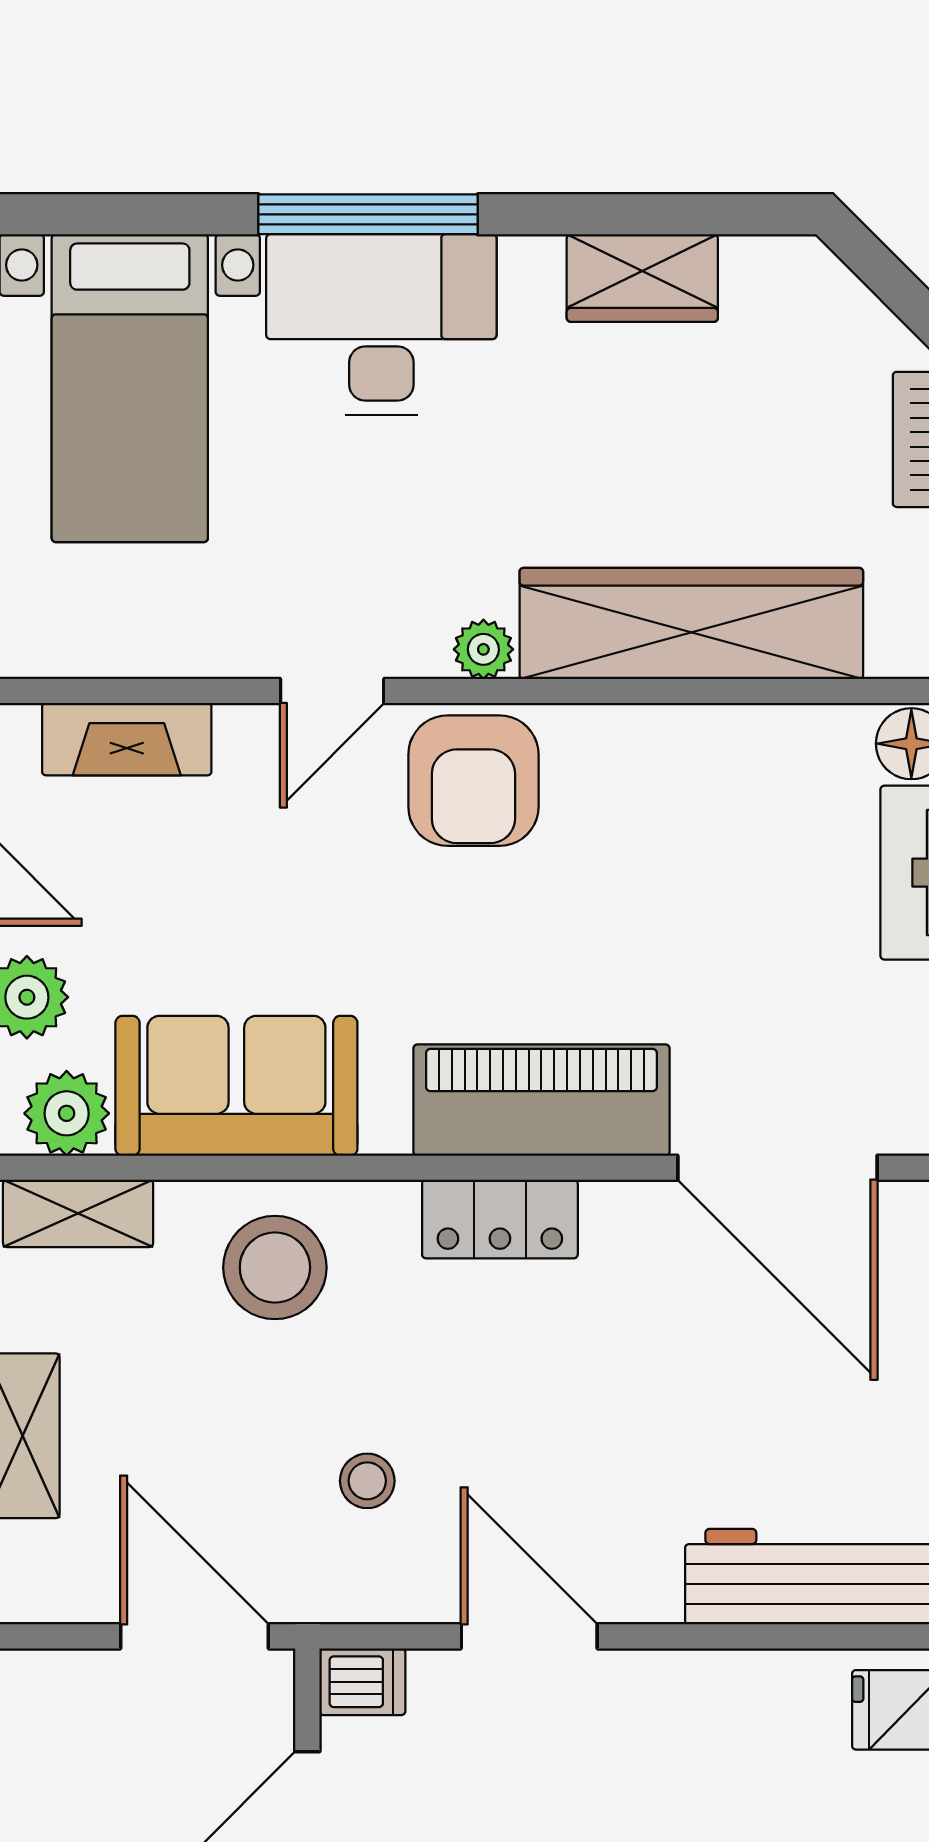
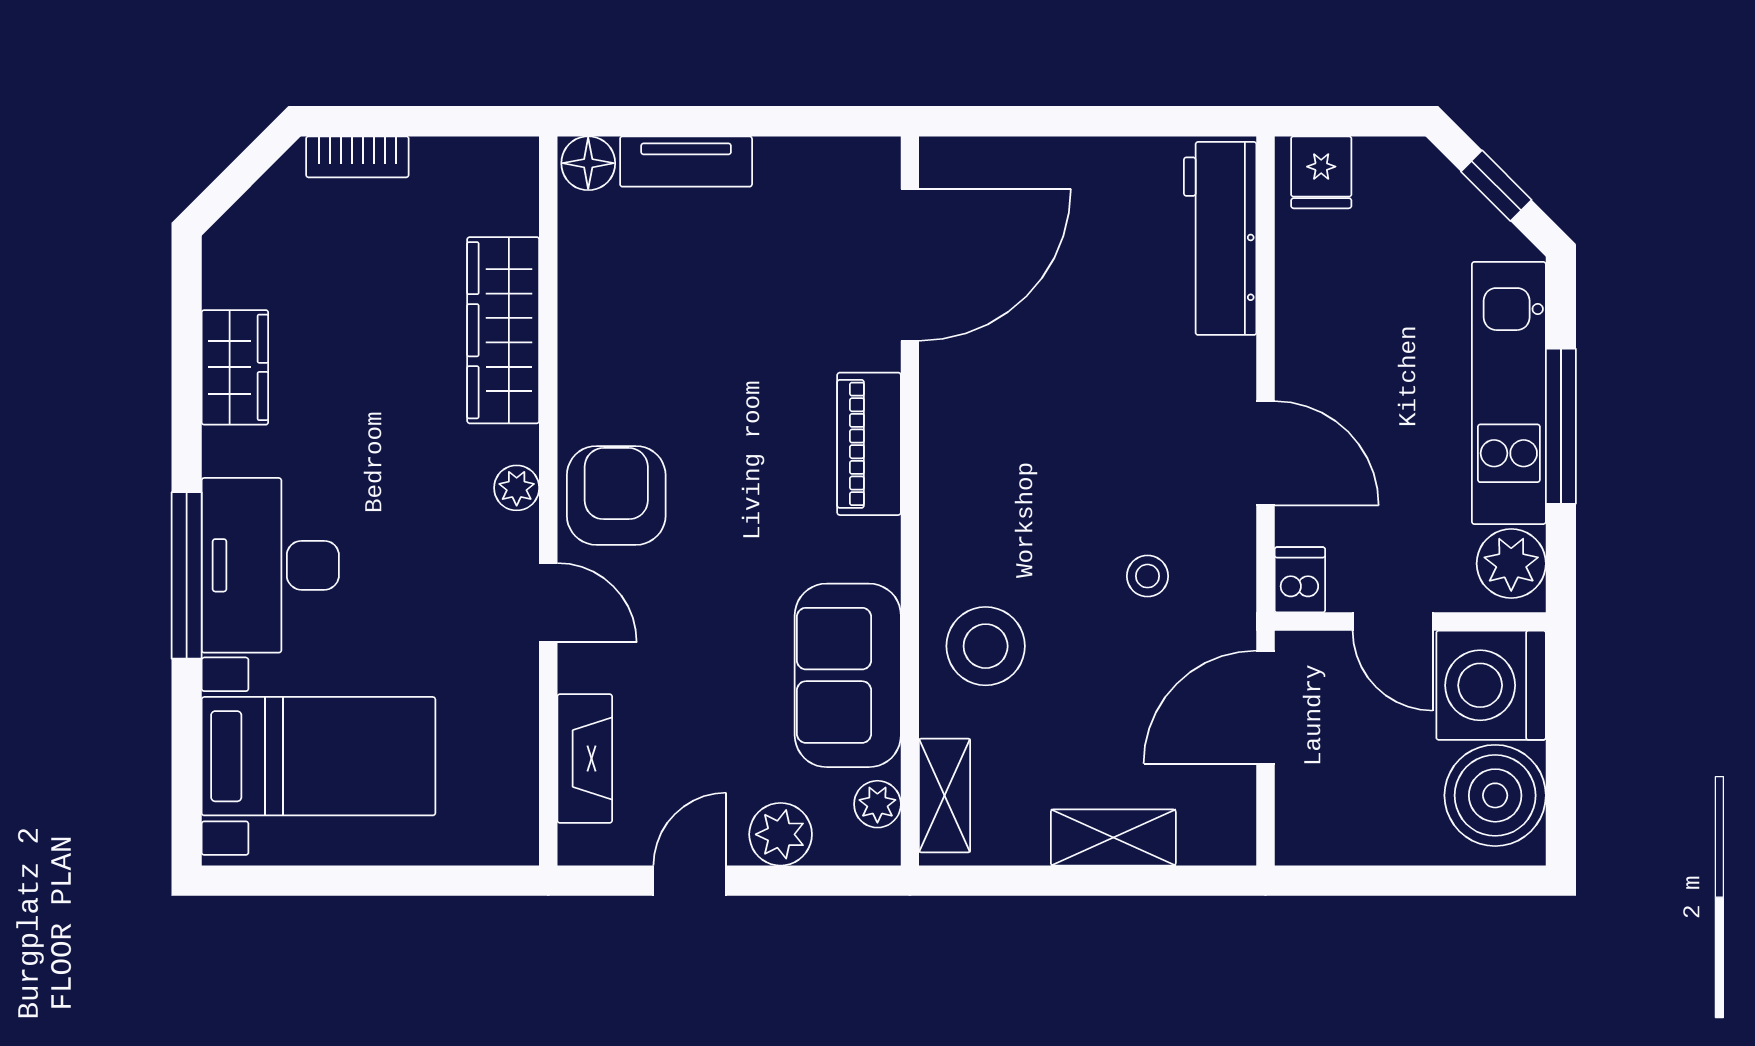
wardrobe: (691, 623) -> (503, 330), width x0.71, depth x0.85
armchair: (473, 781) -> (616, 495), turned -90
piano: (541, 1100) -> (869, 444), width x0.73, depth x0.75
plant: (67, 1113) -> (877, 804), width x0.73, depth x0.73
locker: (500, 1219) -> (949, 475), removed
door: (529, 1636) -> (1266, 453), swing flipped

